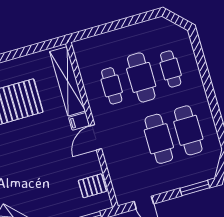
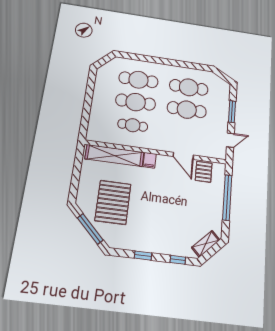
cafe table: (171, 69) -> (138, 80), width x1.37, depth x1.35
door: (95, 137) -> (183, 156), moved
window: (195, 188) -> (232, 112), moved

